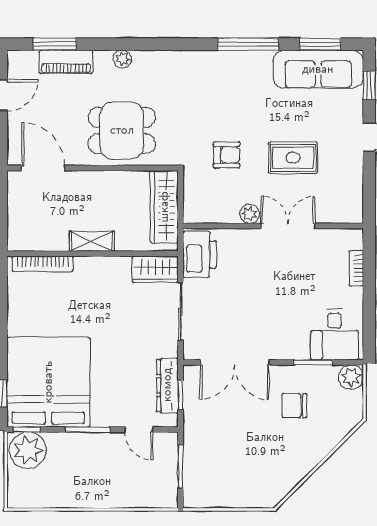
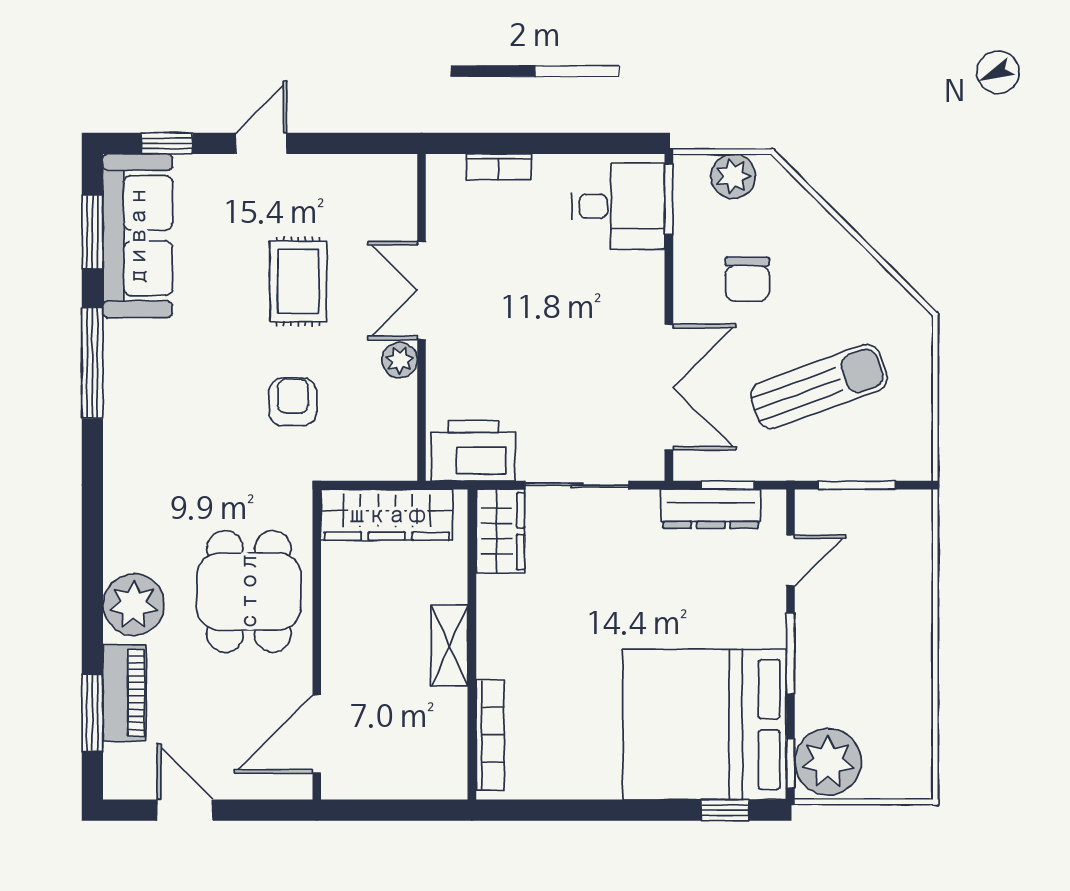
plant: (122, 59) -> (134, 605), width x1.88, depth x1.88
window: (313, 362) -> (669, 199), moved
plant: (351, 377) -> (733, 176), moved
sun lounger: (235, 445) -> (819, 386), added

